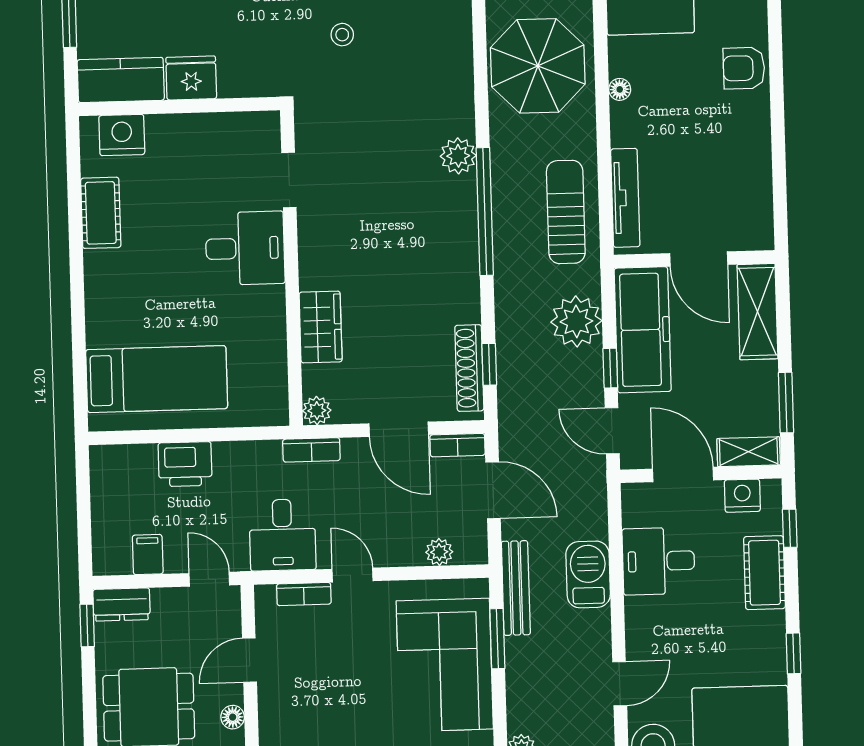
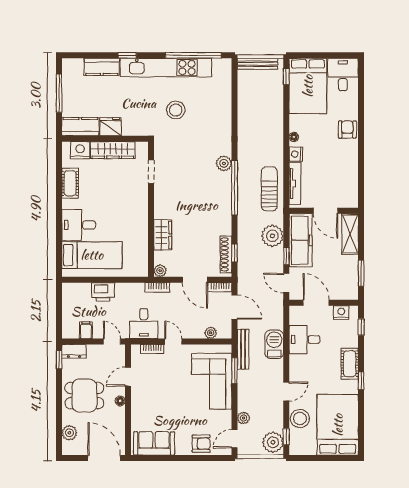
stool: (342, 35) -> (176, 110), width x1.89, depth x1.89
parasol: (538, 66) -> (259, 126), removed
armchair: (744, 68) -> (347, 129), turned 90
nightstand: (625, 129) -> (296, 154), added
wardrobe: (198, 132) -> (113, 150), added
desk: (245, 248) -> (79, 225), moved, turned 180
shelving: (749, 452) -> (344, 294), removed
cot: (764, 573) -> (350, 364), moved

